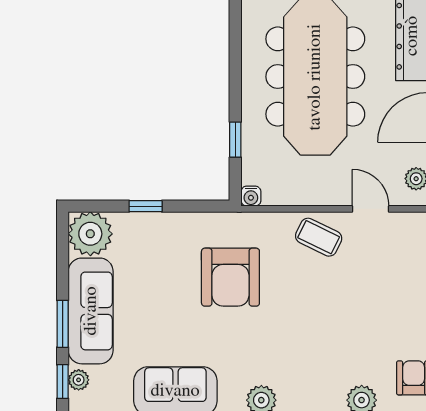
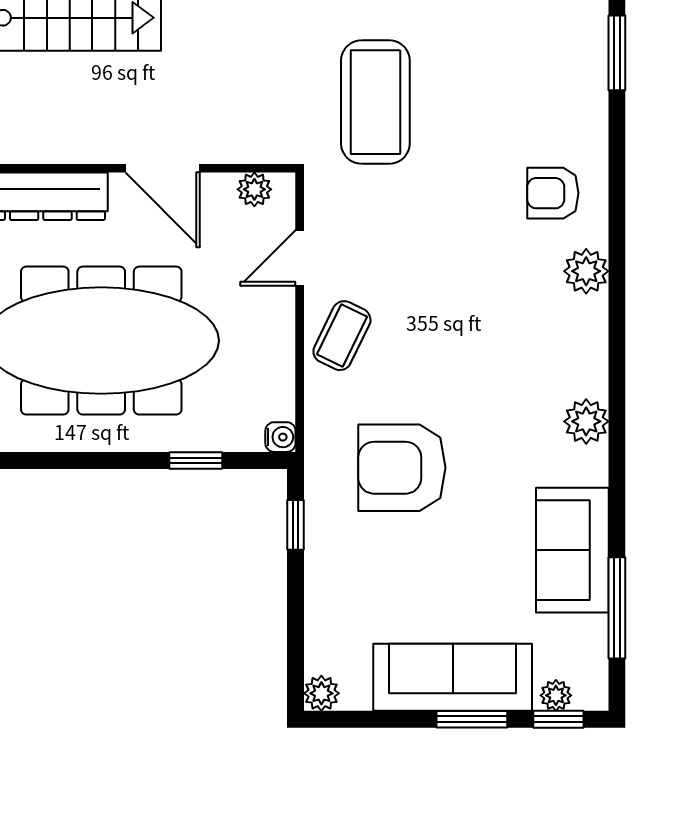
window: (146, 206) -> (295, 525), moved
plant: (90, 234) -> (321, 693), width x0.53, depth x0.53
armchair: (230, 277) -> (402, 468), turned 180

